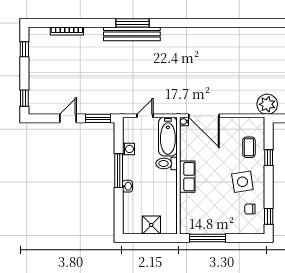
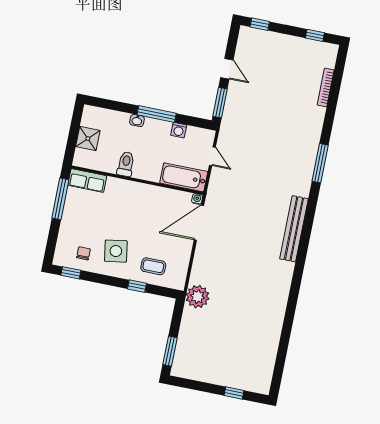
bench: (132, 34) -> (294, 229), moved
toilet: (167, 163) -> (126, 164), moved
row of seats: (187, 177) -> (87, 181), moved

